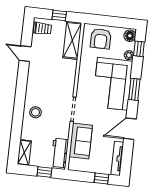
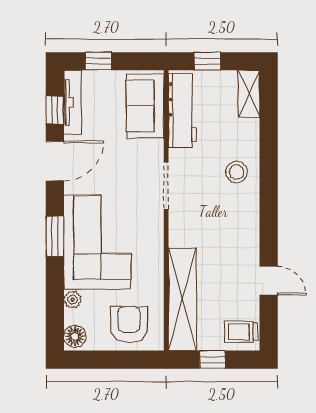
shelving: (72, 40) -> (182, 299), width x1.47
window: (139, 49) -> (55, 110), moved
sofa: (81, 141) -> (145, 106), moved
workbench: (60, 153) -> (182, 111), width x1.38

